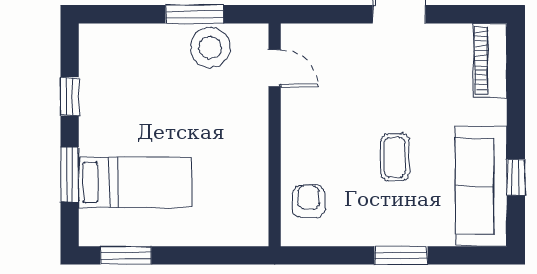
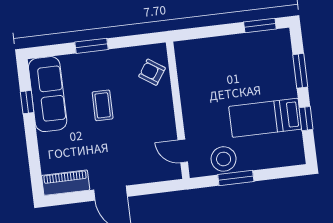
piano: (490, 61) -> (66, 183), moved, turned -90
bed: (135, 182) -> (265, 118), moved
armchair: (309, 201) -> (152, 72), turned 124

